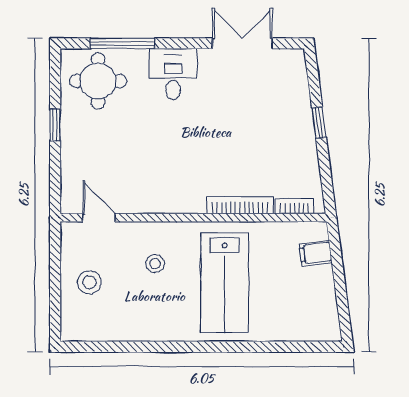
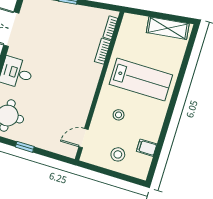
bookcase: (240, 205) -> (103, 51), width x0.64
filing cabinet: (316, 253) -> (147, 148), moved, turned 97
shelving: (323, 301) -> (168, 28), added

